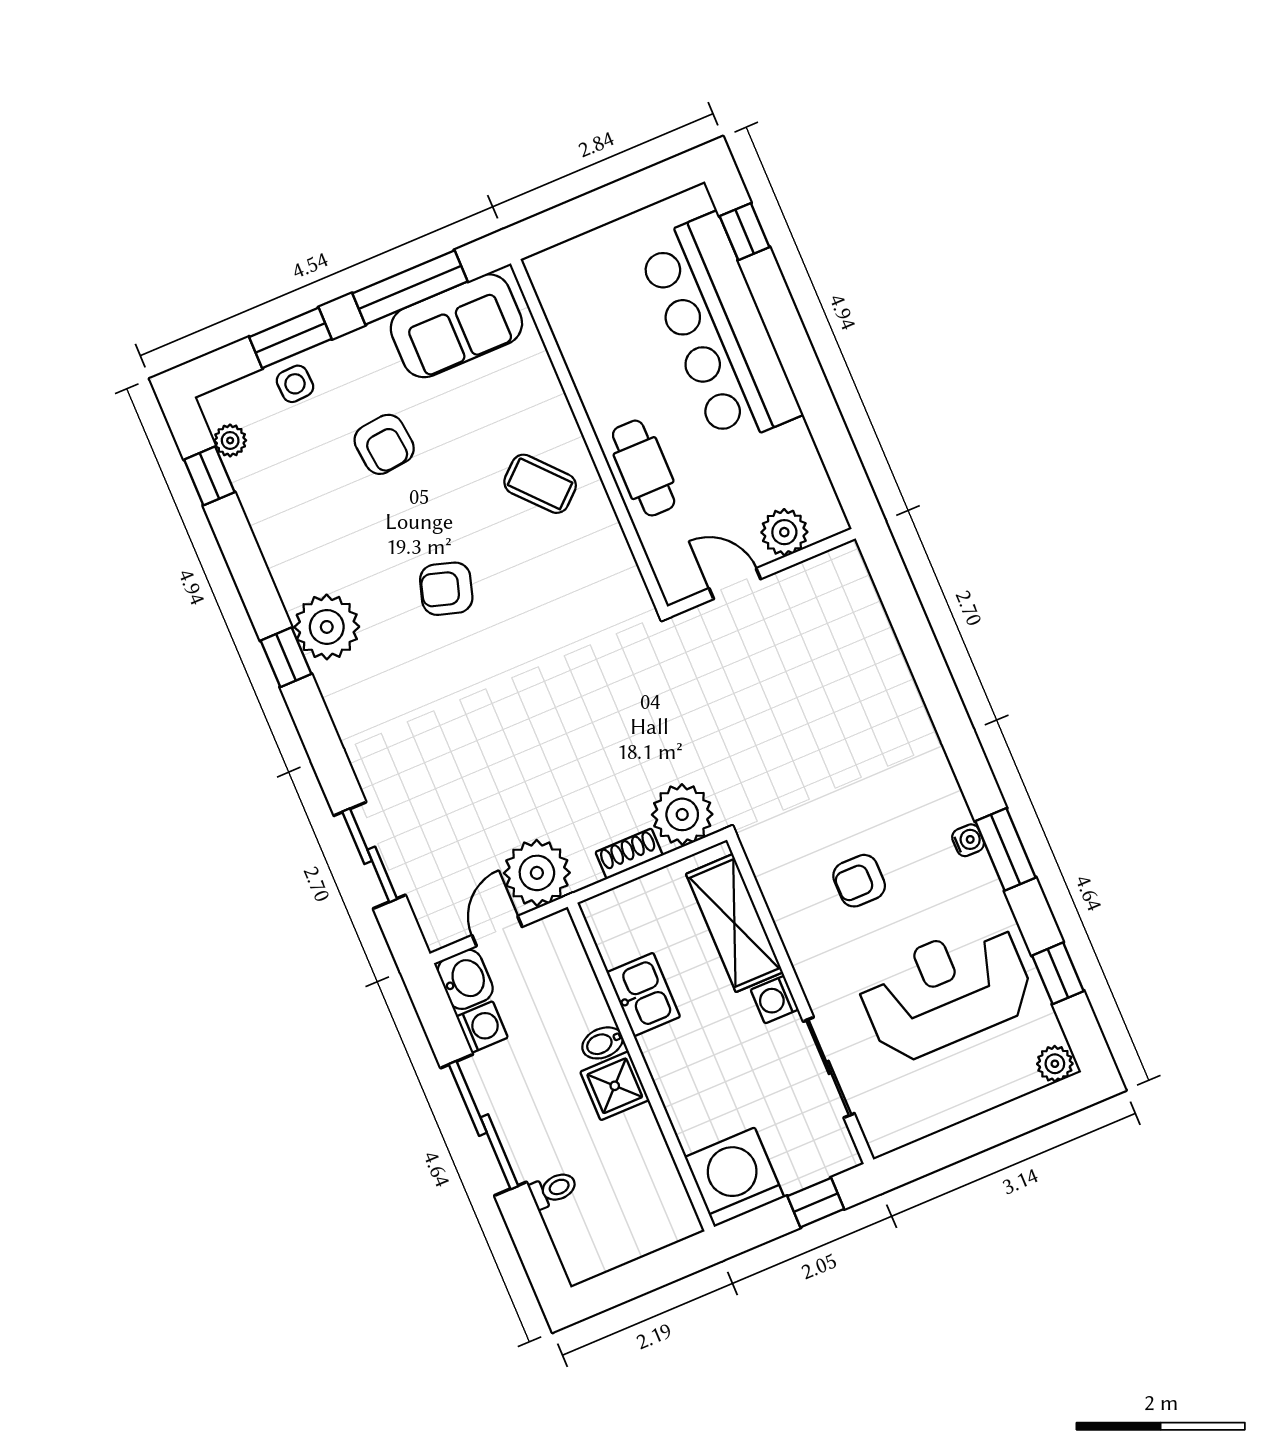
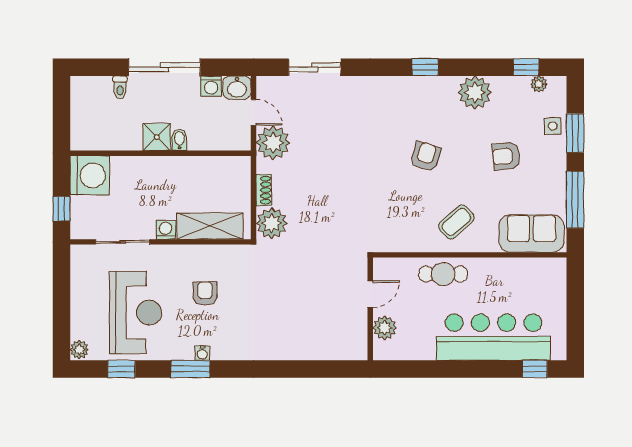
sofa: (456, 326) -> (531, 233), moved, turned 90
plant: (327, 627) -> (475, 93), moved
kitchen sink: (643, 995) -> (194, 169), removed

